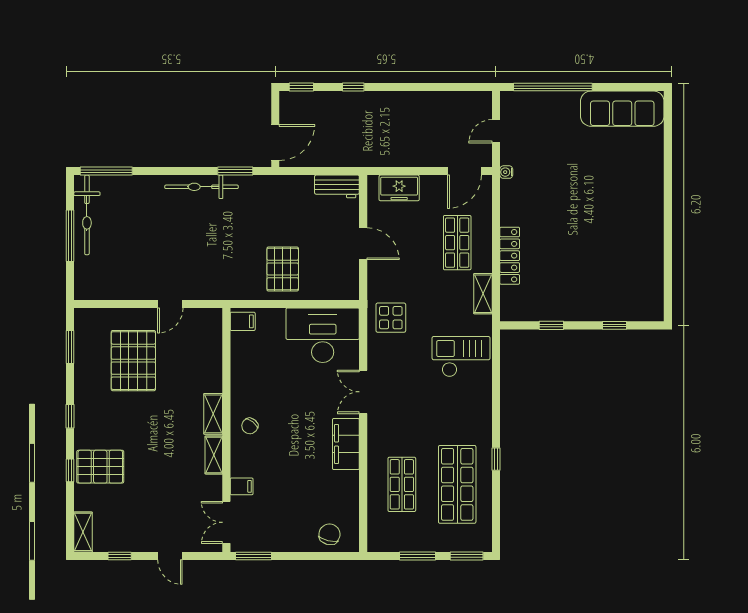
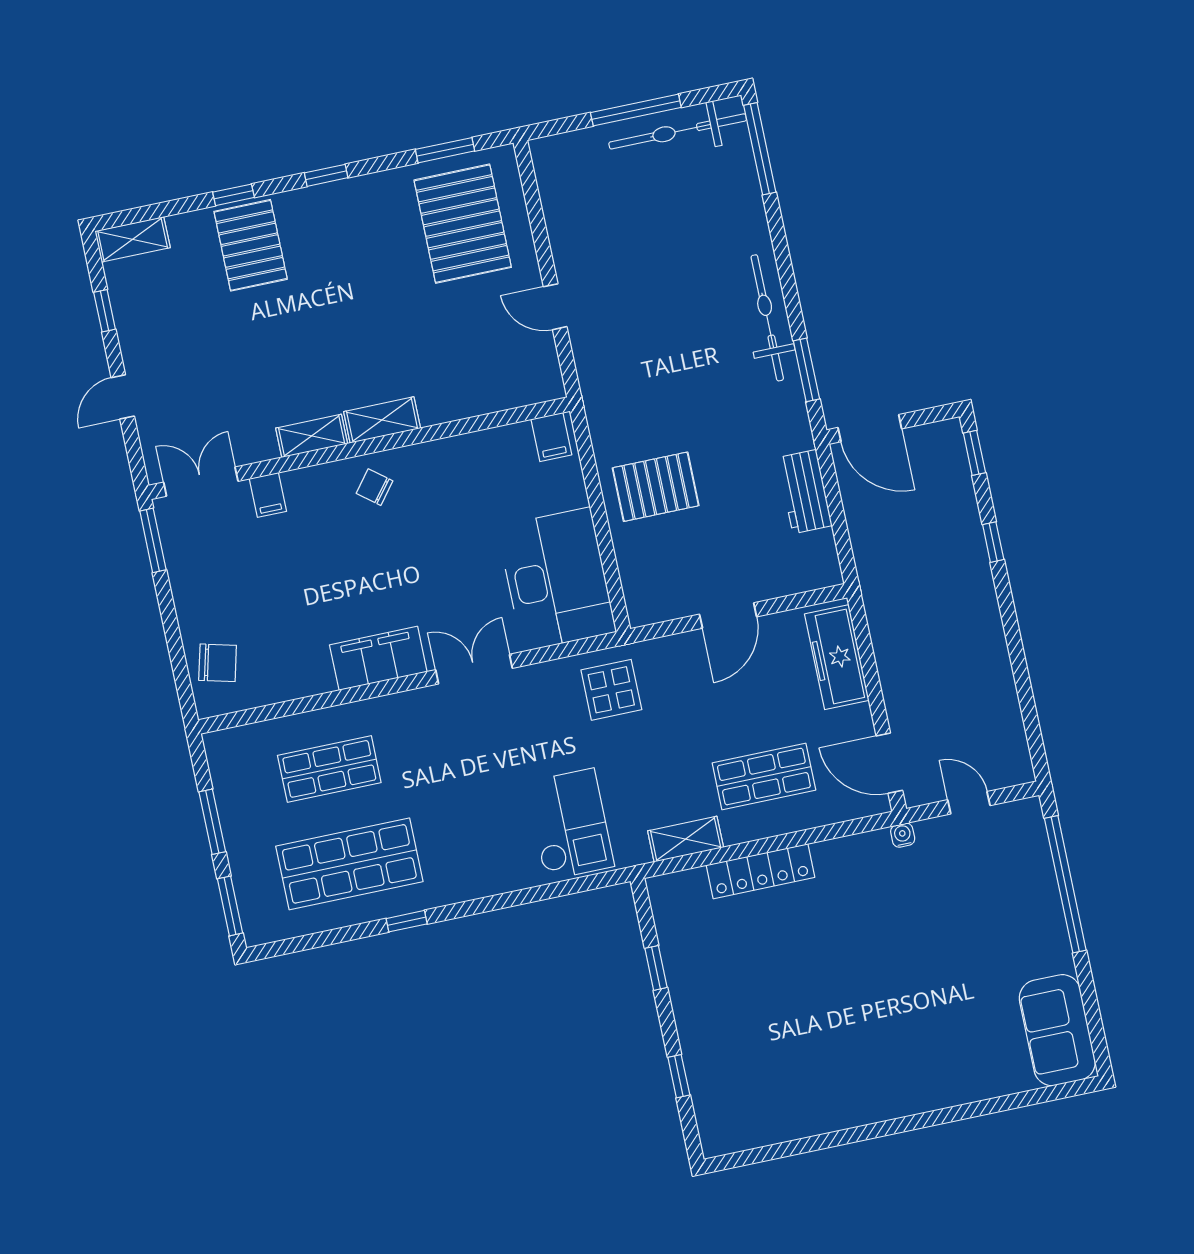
sofa: (622, 109) -> (1057, 1030), width x0.73
workbench: (337, 186) -> (805, 492), moved
freezer: (399, 188) -> (837, 657), width x1.40
pallet: (133, 361) -> (463, 224), moved, turned 90

